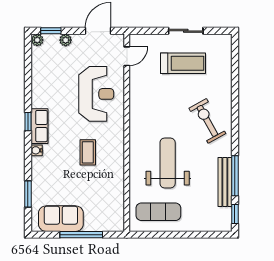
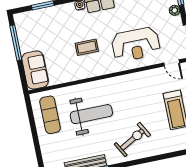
sofa: (61, 219) -> (35, 70), moved
window: (81, 235) -> (16, 43), moved

